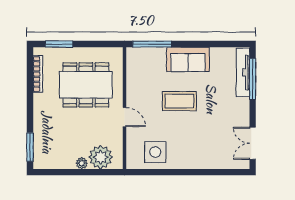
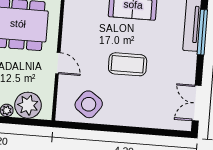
coffee table: (179, 101) -> (128, 64), moved
side table: (155, 152) -> (89, 104), turned 36

